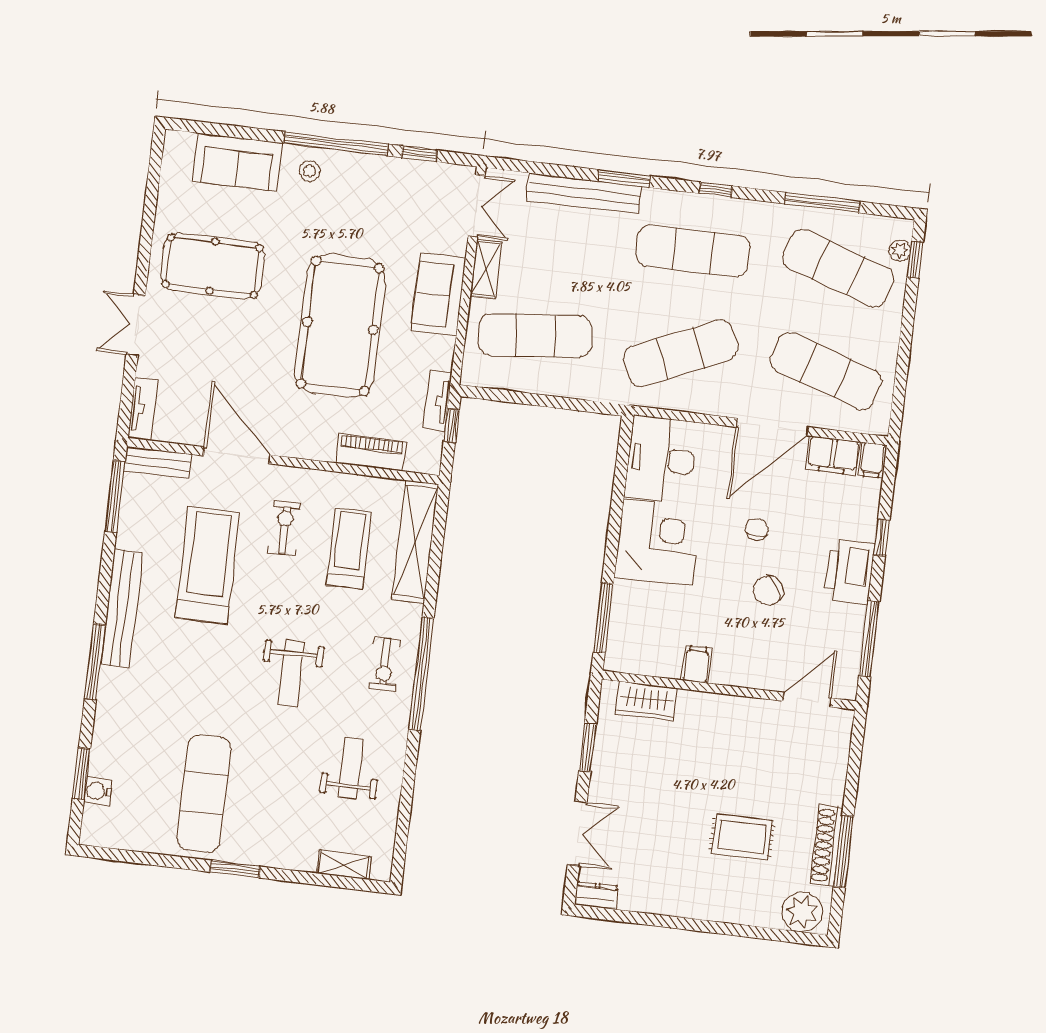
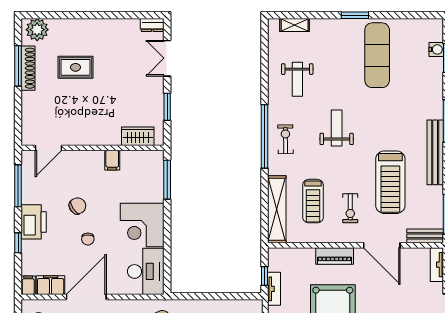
piano: (371, 452) -> (335, 256), moved

